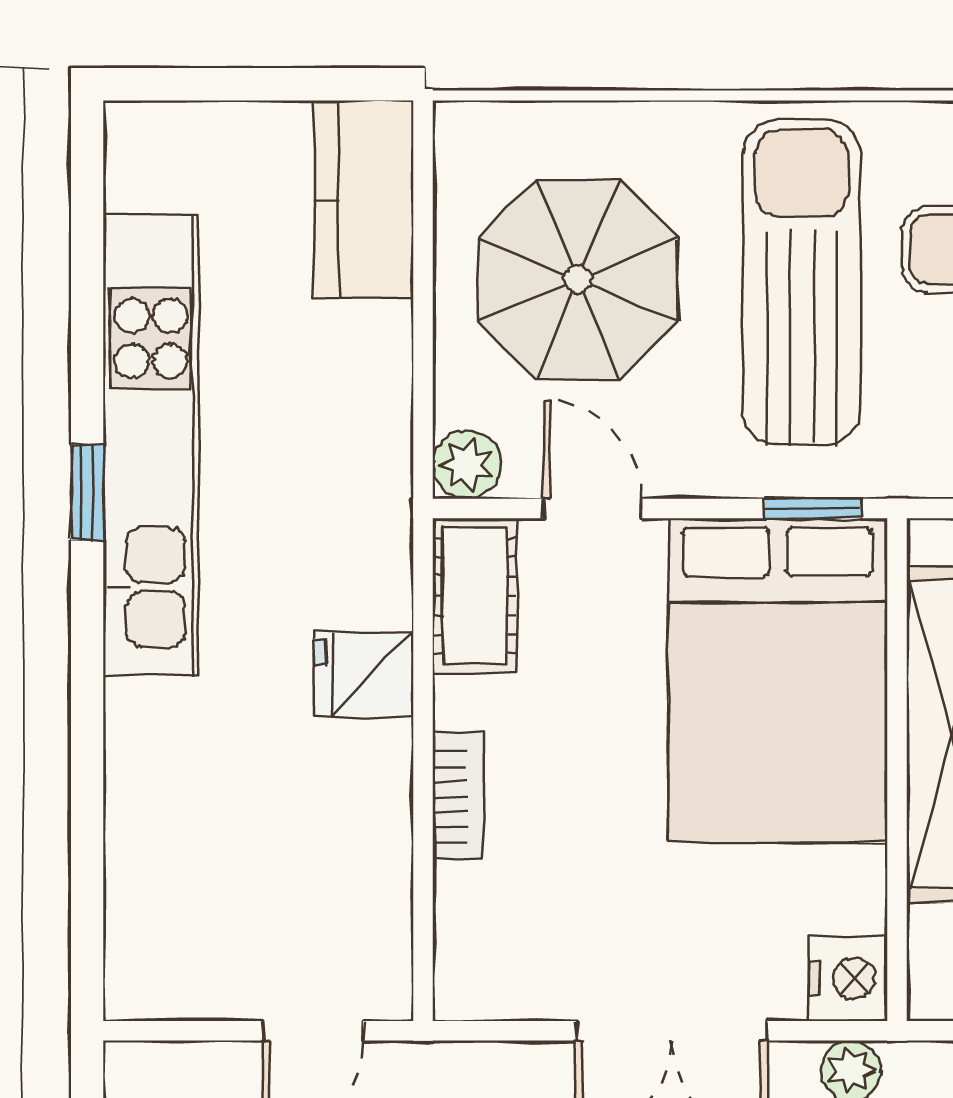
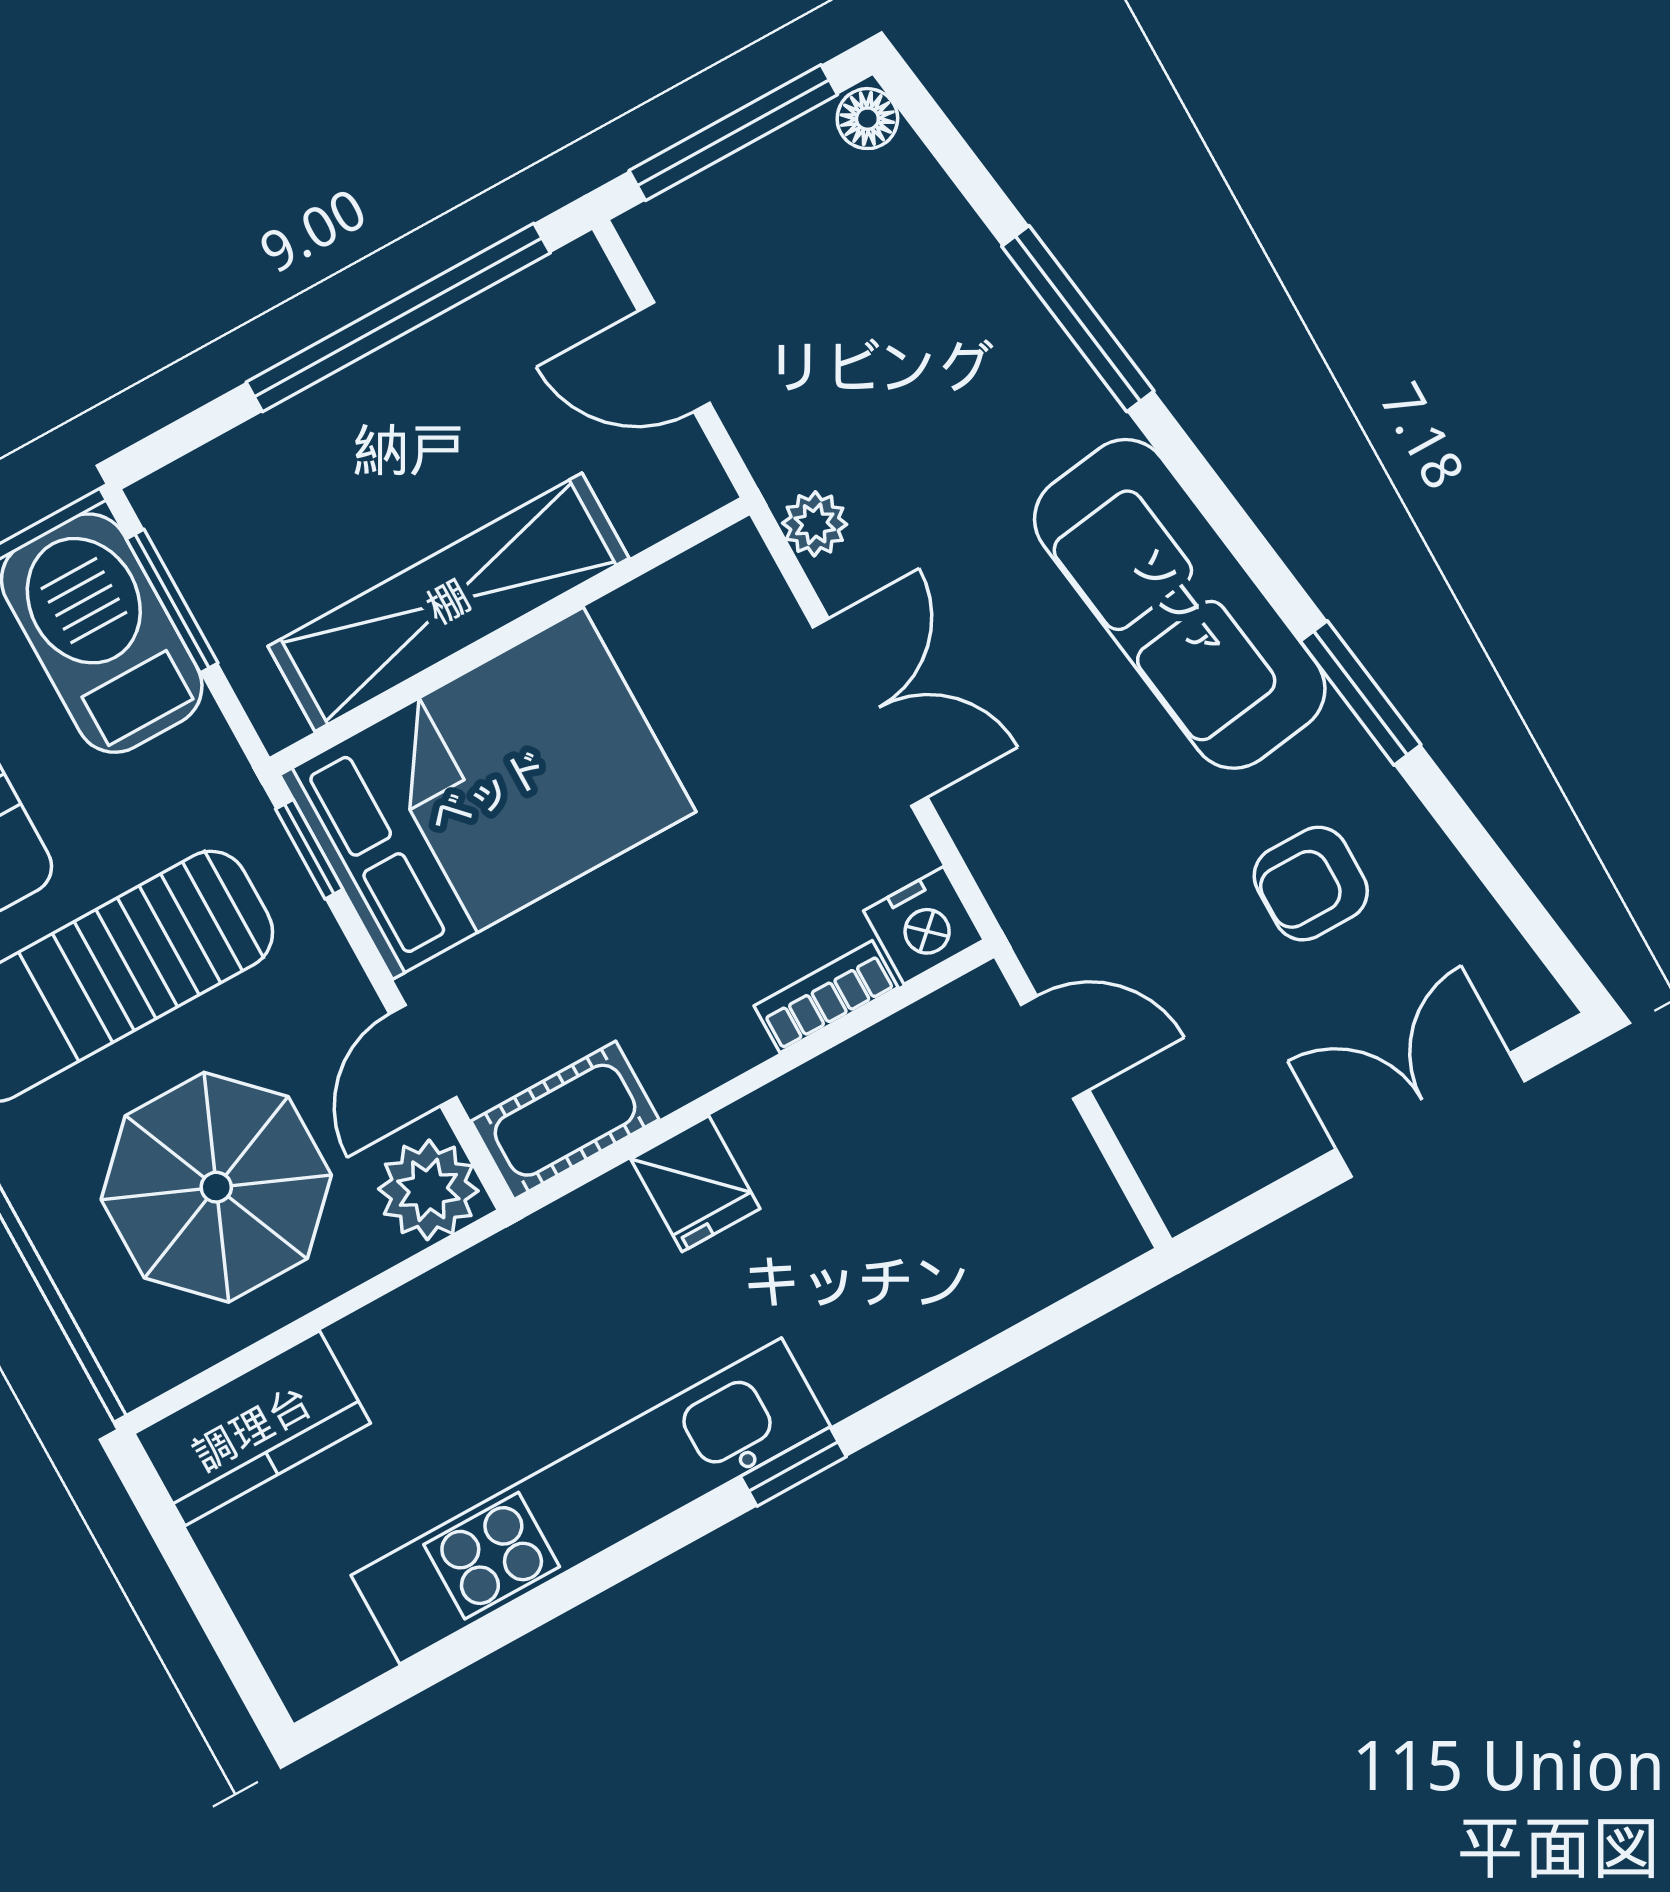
plant: (467, 465) -> (428, 1190), width x1.38, depth x1.38
window: (87, 492) -> (793, 1467), moved
bookcase: (458, 796) -> (826, 997), moved
nightstand: (848, 978) -> (924, 925), moved, turned 180

